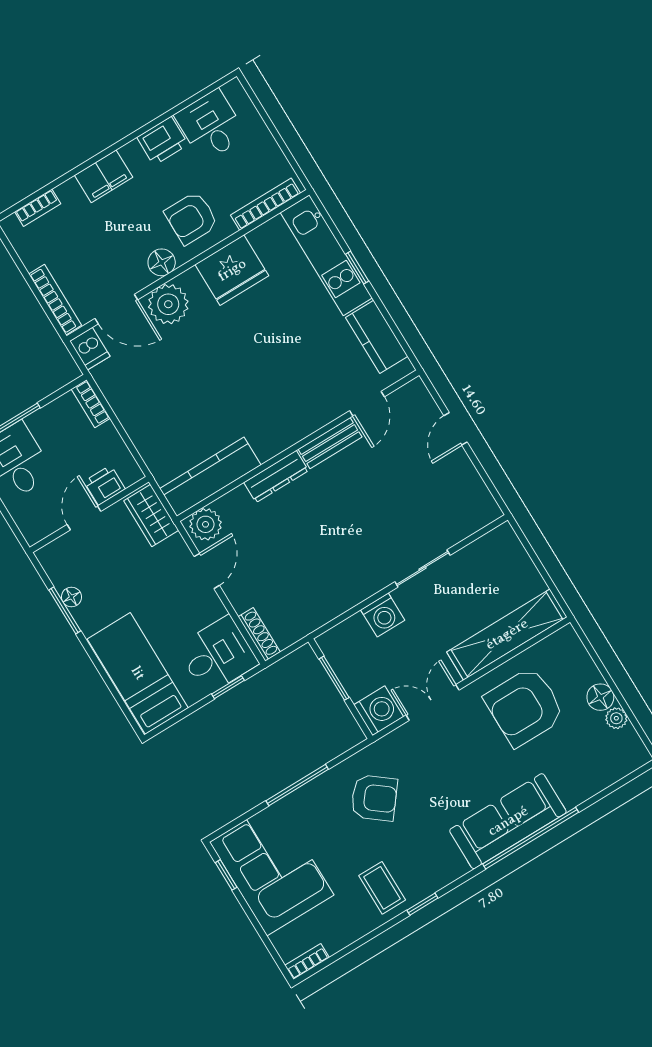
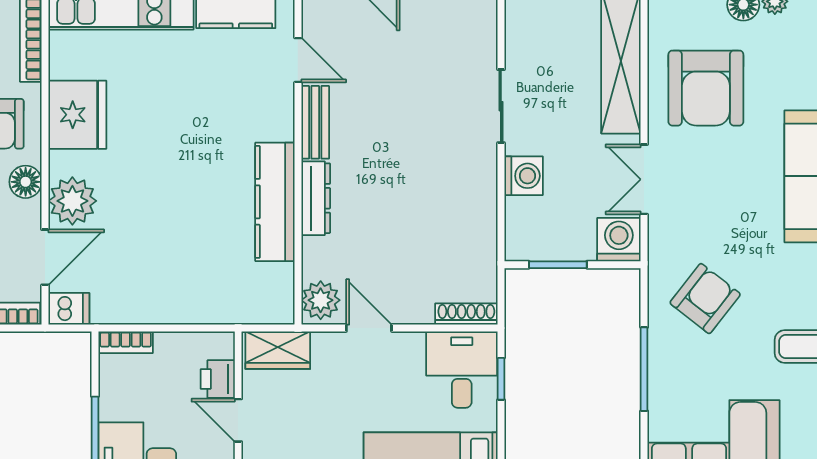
kitchen counter: (210, 477) -> (275, 202), moved

